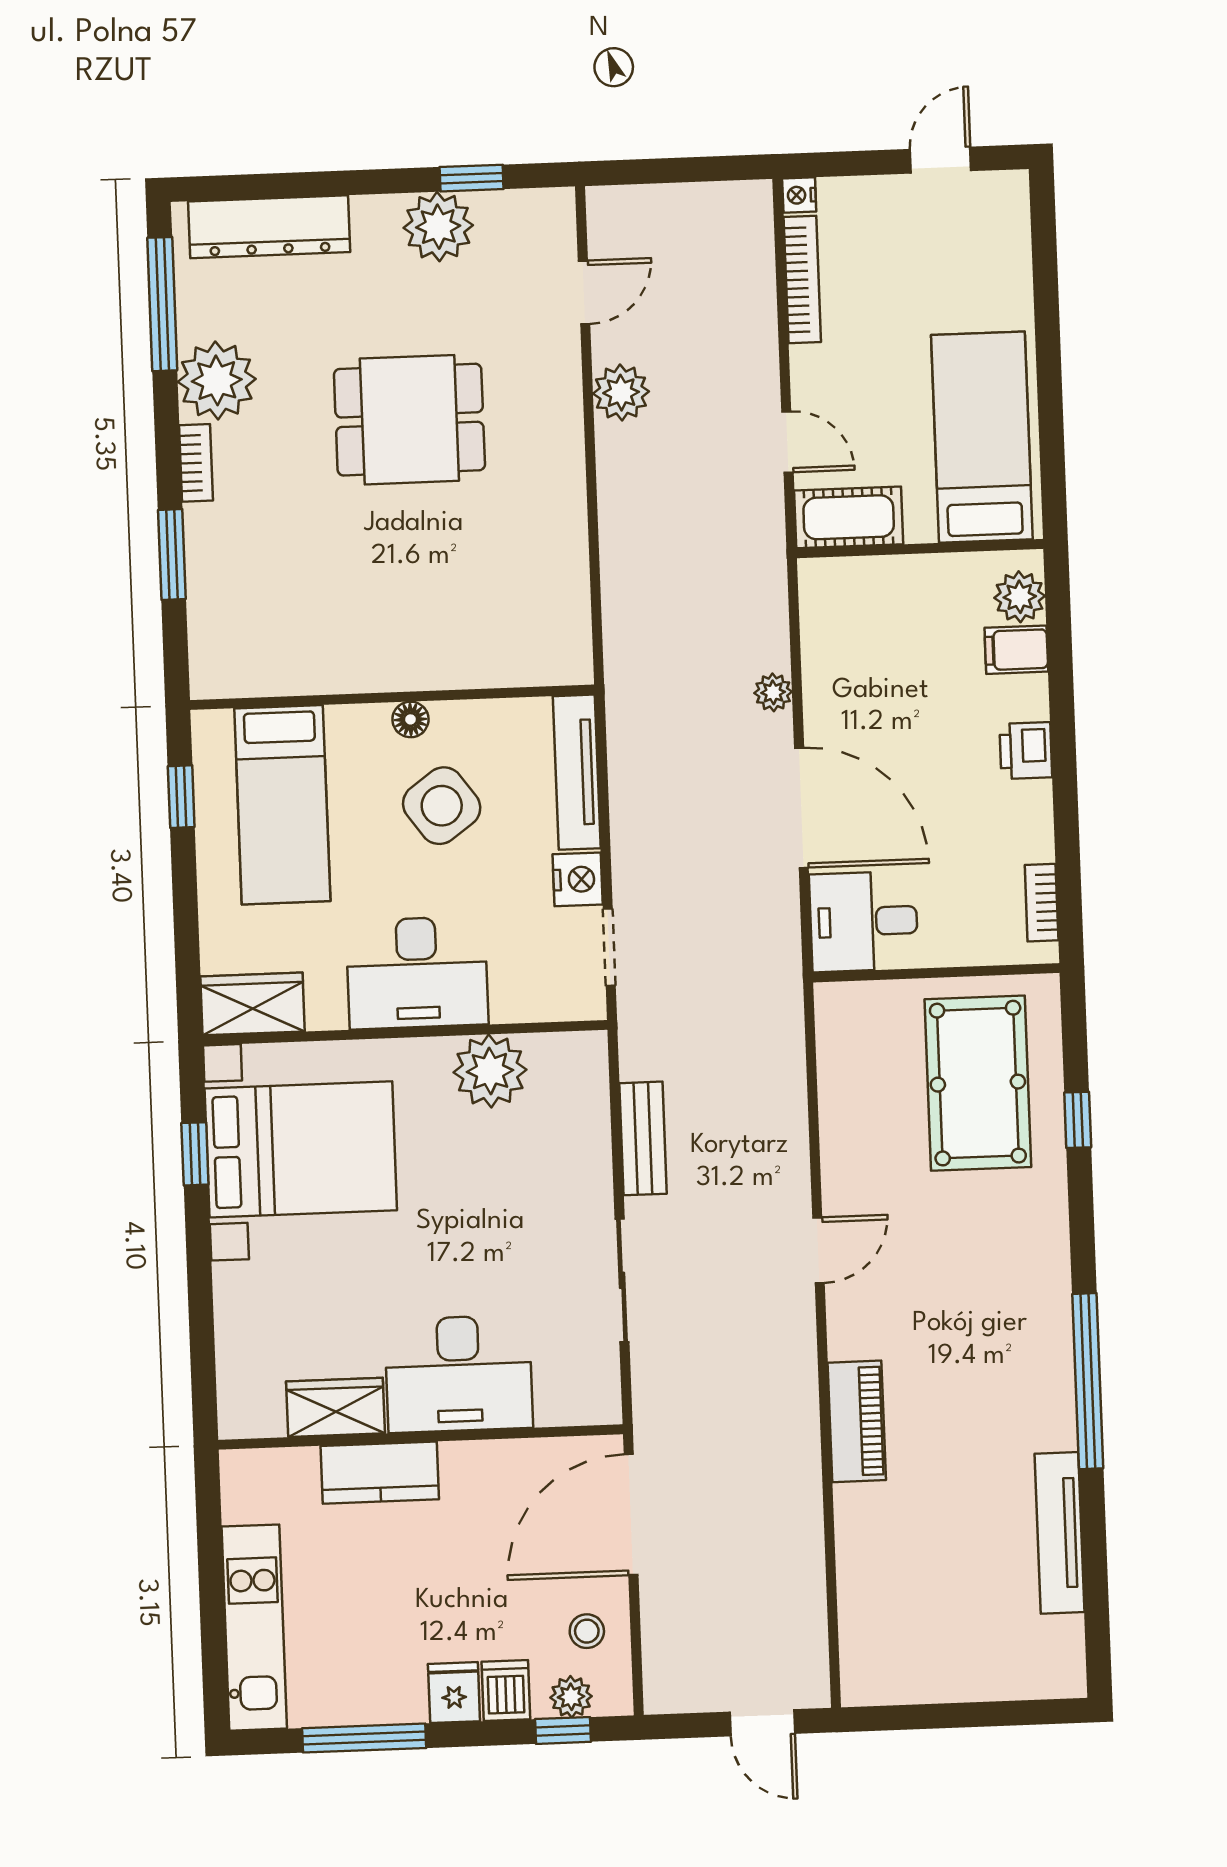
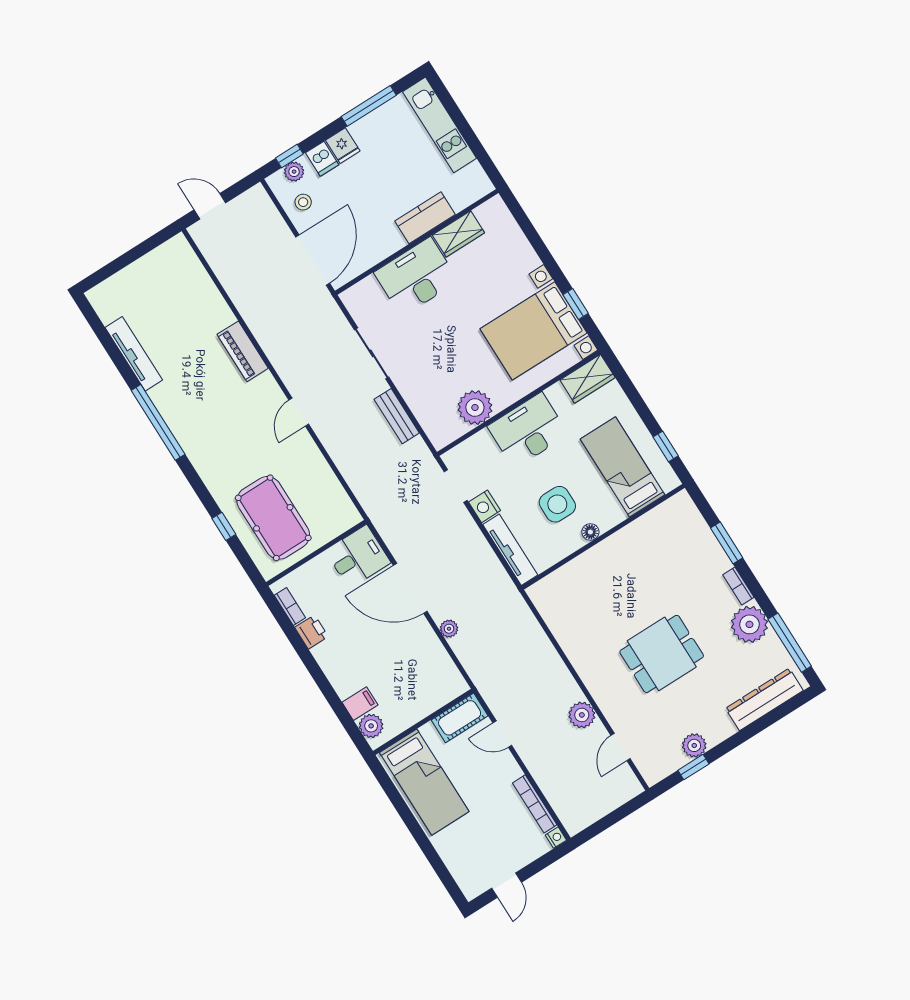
plant: (438, 227) -> (694, 745), width x0.73, depth x0.73
printer: (1026, 751) -> (312, 632), moved
side table: (442, 806) -> (557, 504), turned 36

